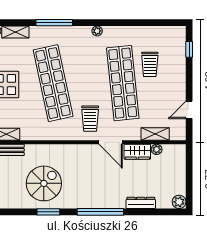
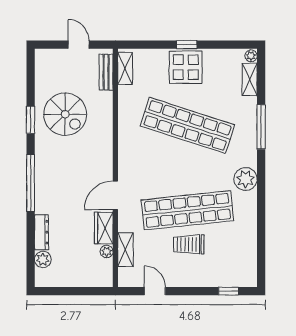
plant: (97, 31) -> (246, 179), width x1.88, depth x1.88
trolley: (150, 64) -> (189, 244), moved
shop shelf: (53, 83) -> (187, 125), turned 30
trolley: (90, 119) -> (144, 170), removed
plant: (179, 202) -> (43, 259), moved

